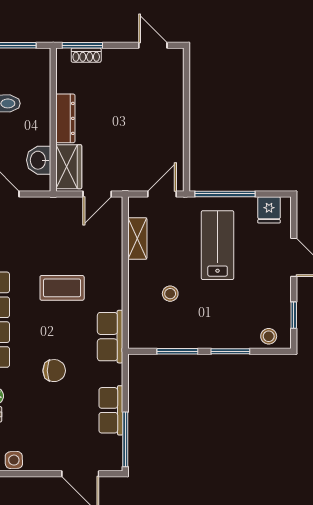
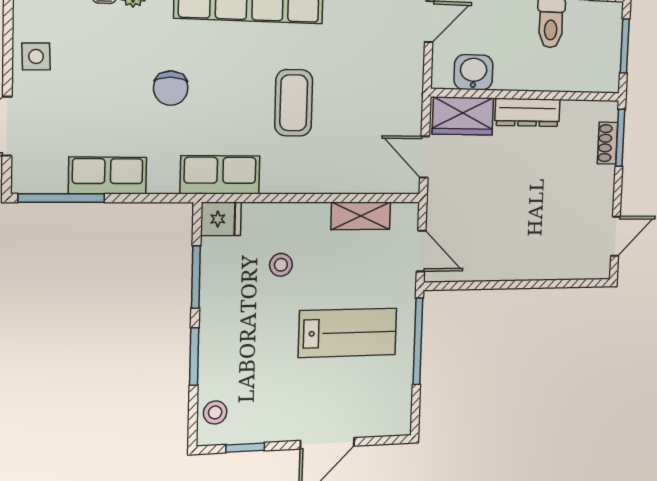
fridge: (269, 210) -> (221, 219), moved, turned 180
side table: (14, 460) -> (36, 56), moved

